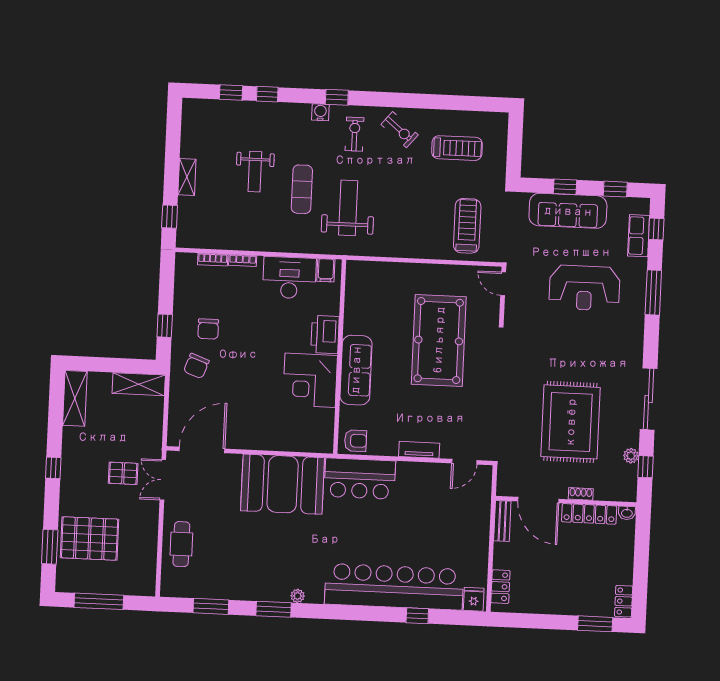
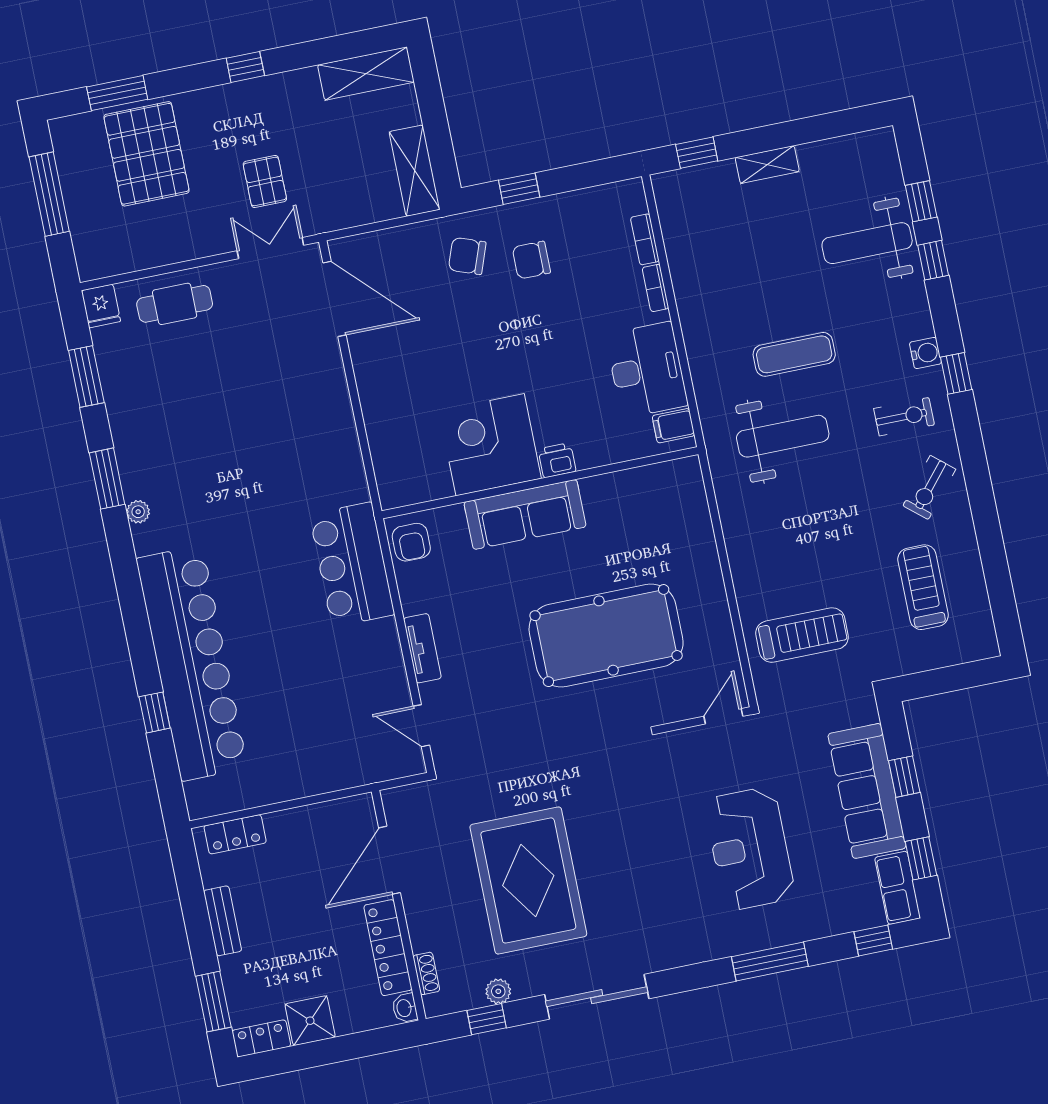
treadmill: (457, 148) -> (923, 587), turned 180
weight bench: (255, 172) -> (867, 243), moved, width x1.36, depth x1.33
row of seats: (639, 236) -> (898, 888), moved, turned -90
printer: (325, 335) -> (557, 460), width x0.53, depth x0.68
rug: (571, 422) -> (528, 880), turned 90
booth: (283, 484) -> (312, 442), removed
shoe rack: (581, 494) -> (426, 973), moved
bench: (502, 521) -> (223, 921), moved, turned 90
shower: (620, 570) -> (310, 1021), added
fridge: (474, 599) -> (101, 306), moved, turned 90

